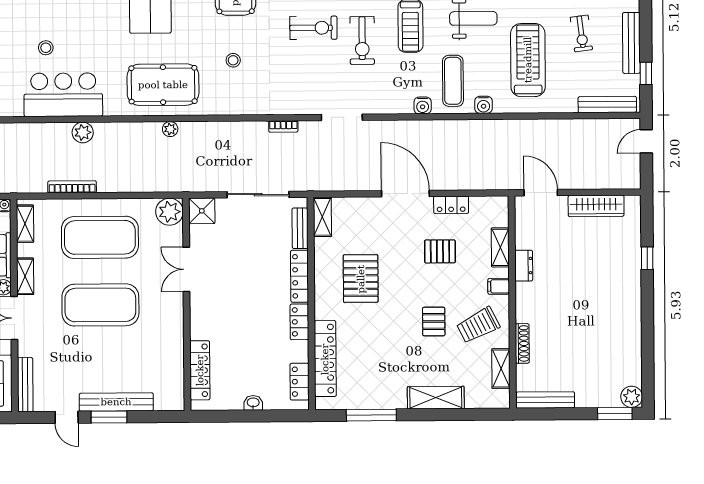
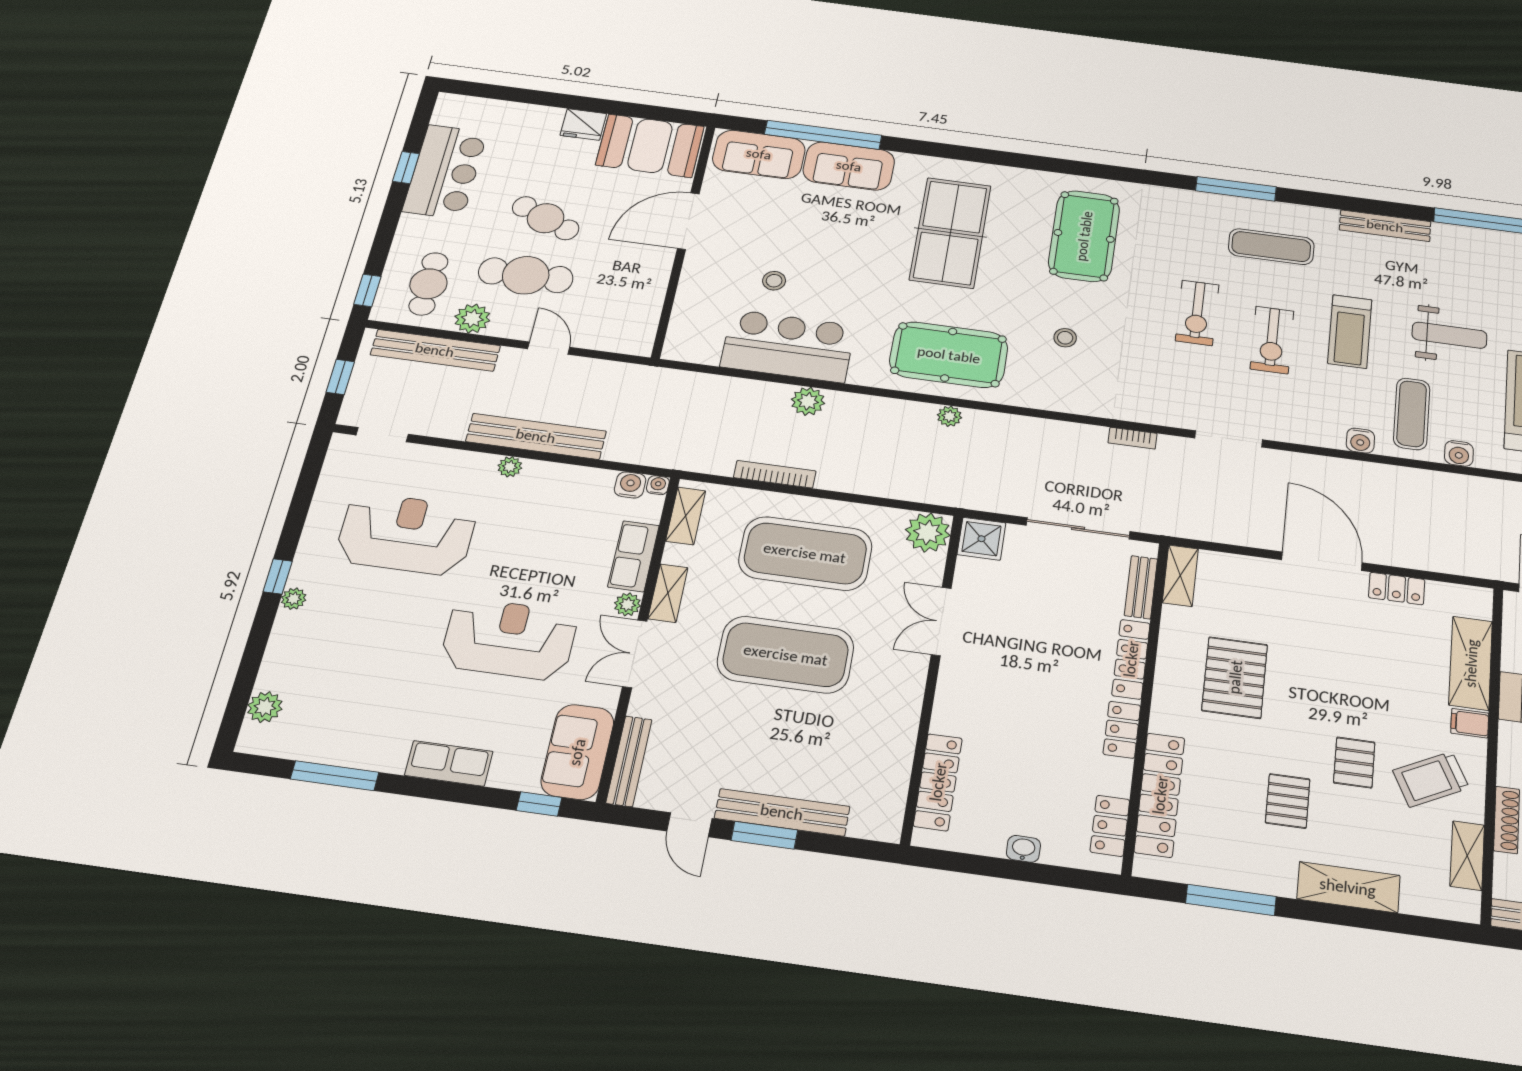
exercise bike: (313, 28) -> (1197, 313), turned 90
shelving: (500, 247) -> (1471, 663), width x1.50, depth x1.33
pallet: (440, 251) -> (1288, 801), moved, turned 90

